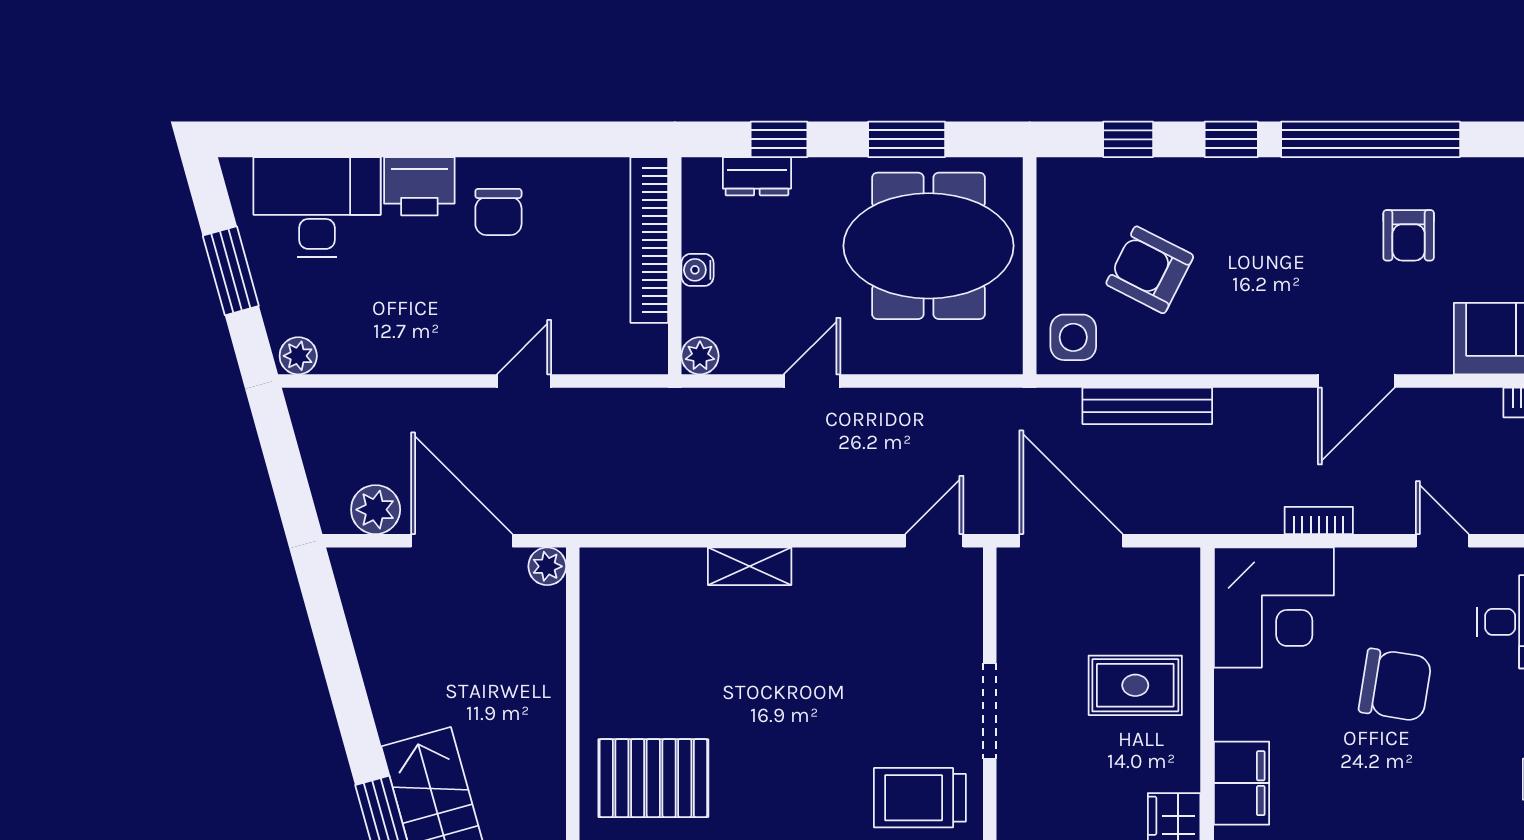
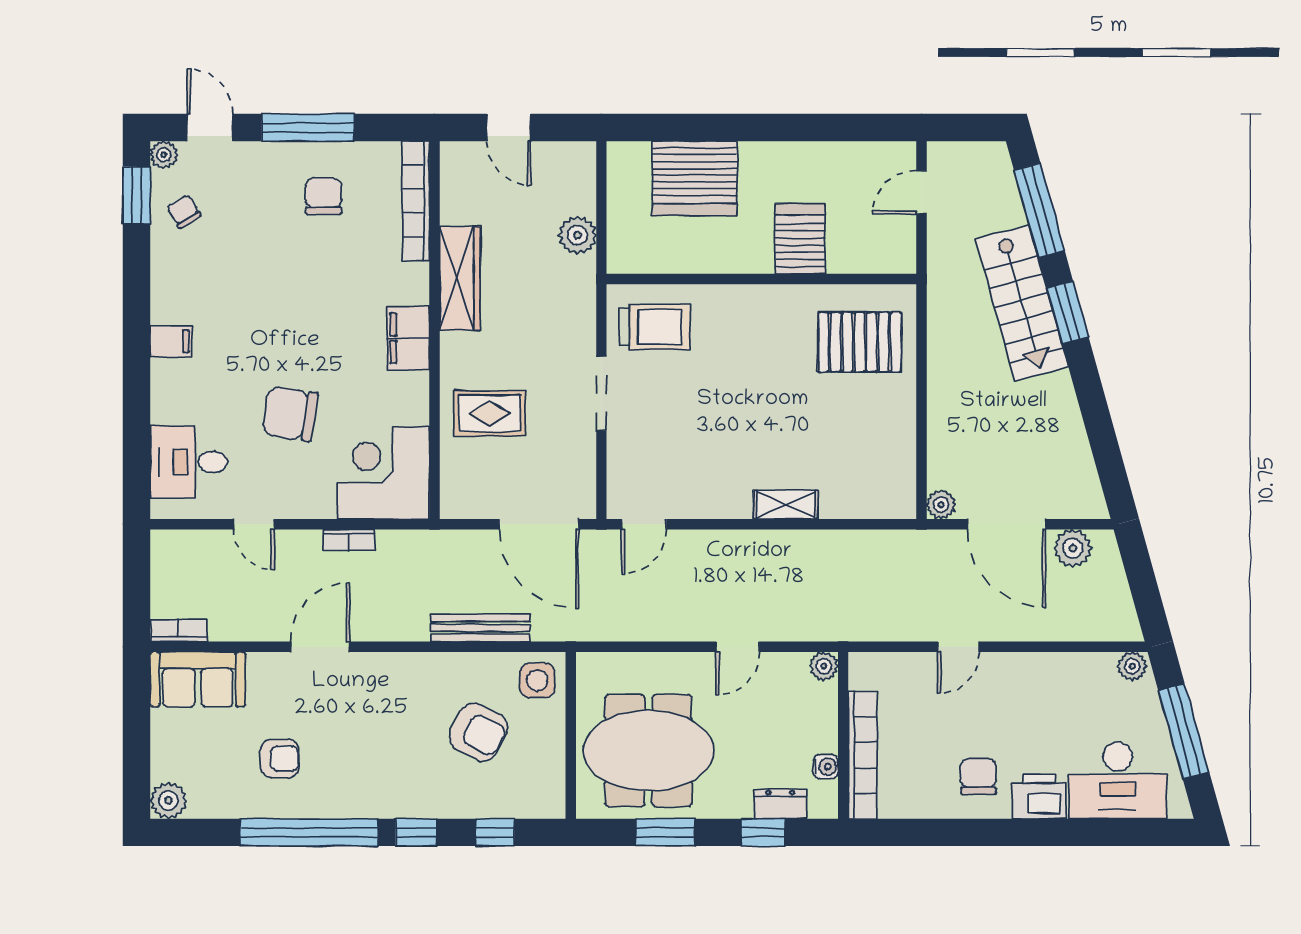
armchair: (1409, 235) -> (280, 759), turned 90
water cooler: (698, 270) -> (826, 767), moved
window: (231, 271) -> (1184, 731), width x1.44

